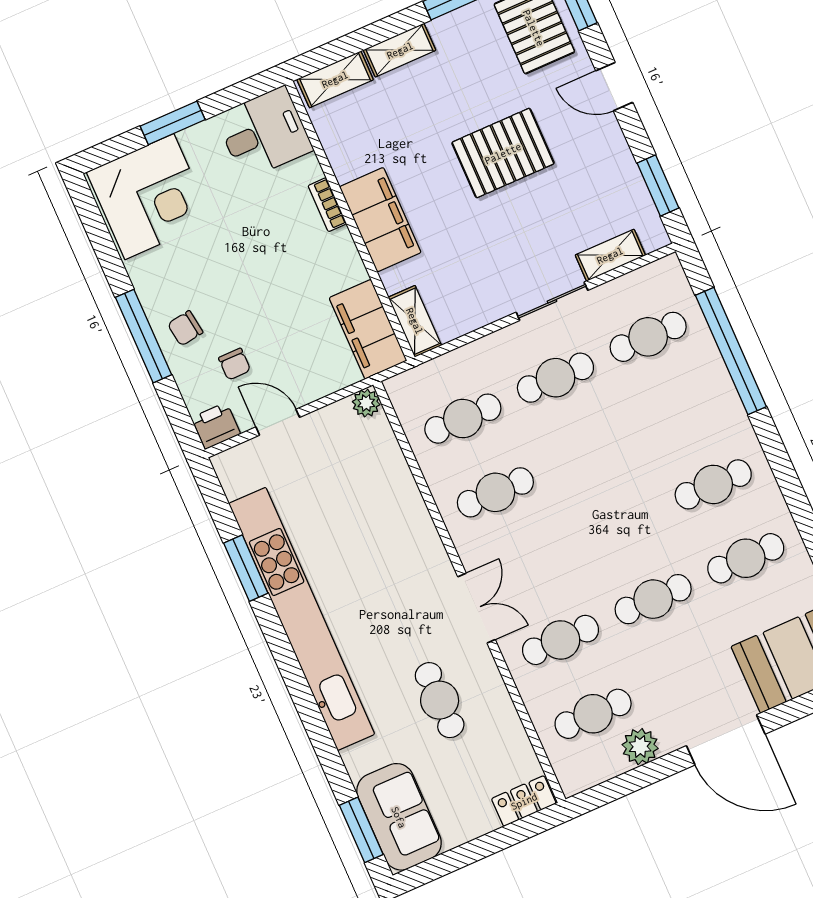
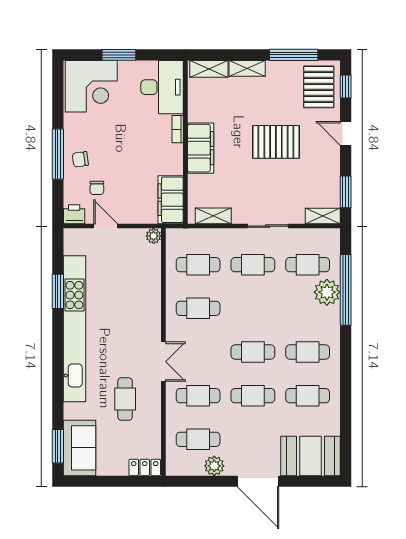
desk: (264, 133) -> (162, 87), width x1.37
shelving: (610, 255) -> (323, 216), moved
shelving: (415, 321) -> (213, 216), moved, turned 90
plant: (701, 369) -> (327, 292), added
cafe table: (621, 525) -> (253, 352), added

